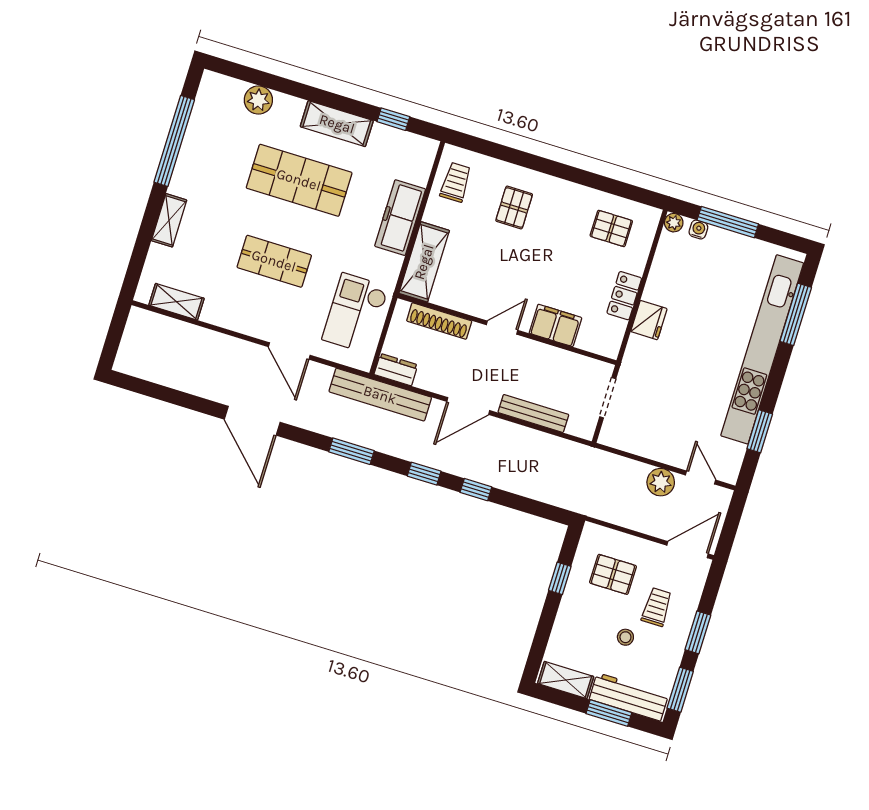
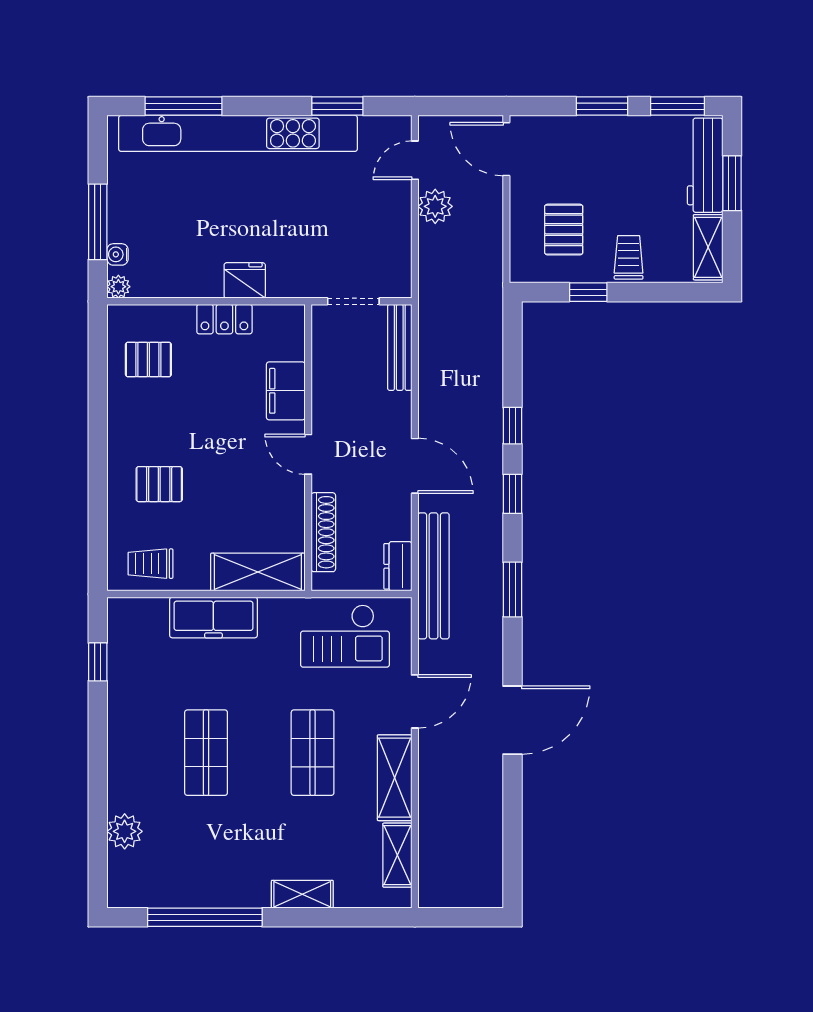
shelving: (337, 124) -> (395, 778), moved
shop shelf: (299, 180) -> (206, 753), width x0.70, depth x0.74
pallet: (611, 228) -> (148, 359), turned 90
bench: (533, 413) -> (400, 347), moved
trolley: (657, 607) -> (629, 257), moved, turned 90
stool: (625, 637) -> (635, 191), removed

